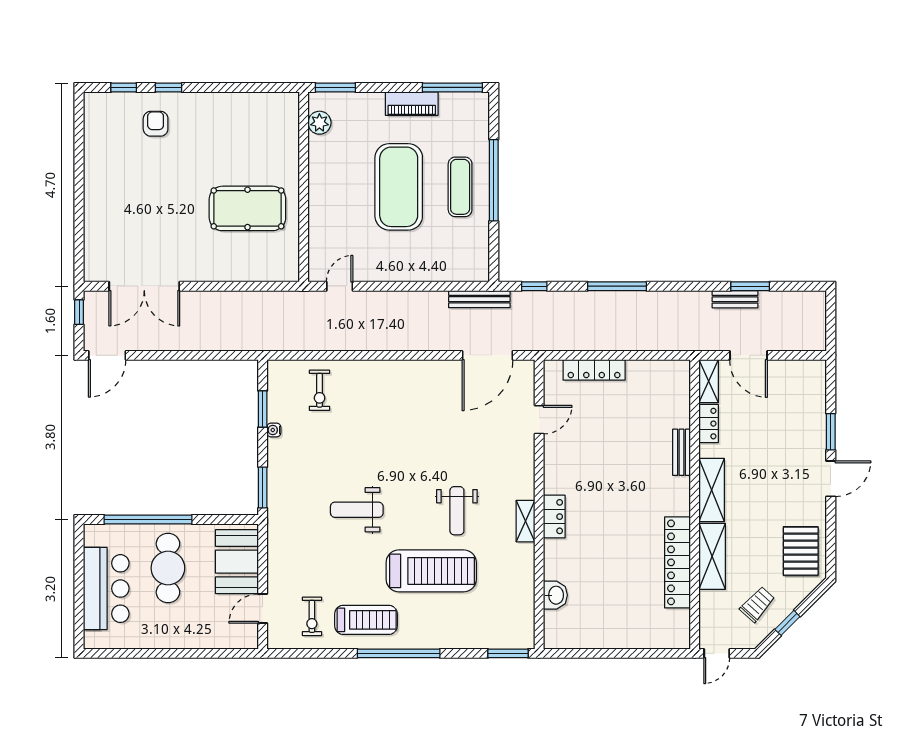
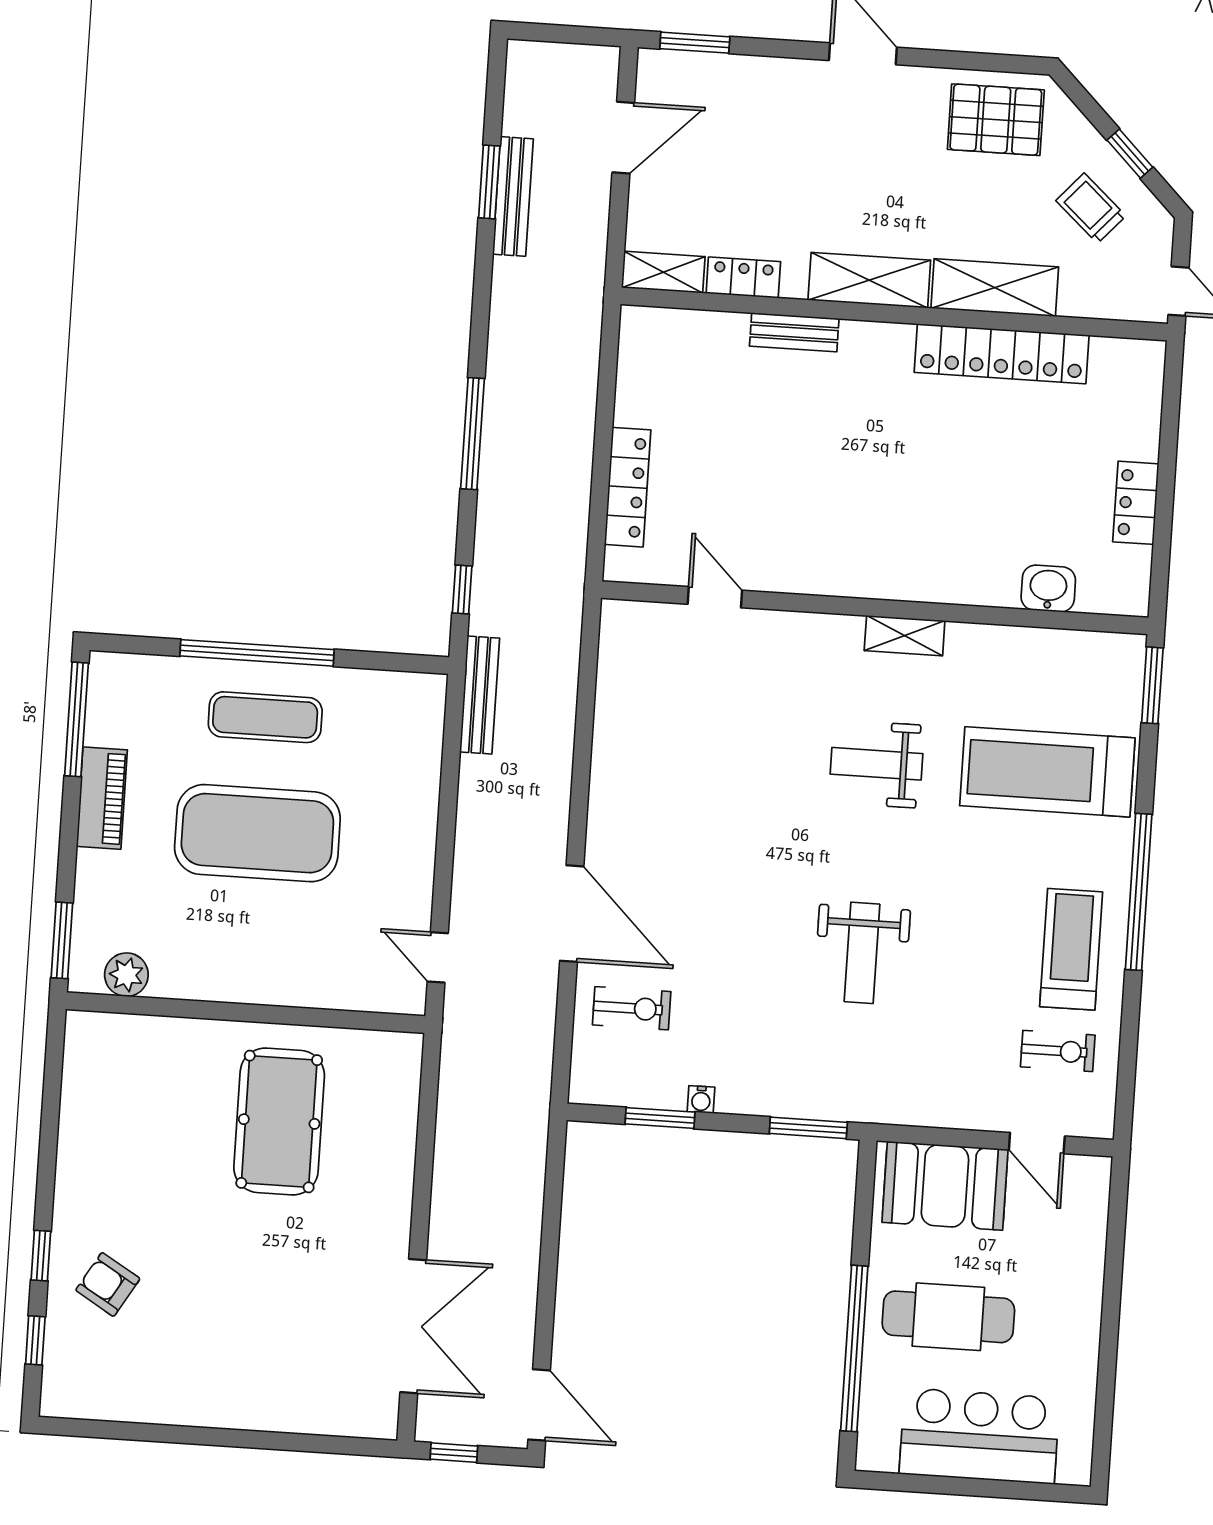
armchair: (156, 124) -> (108, 1284), turned 31
bench: (735, 299) -> (513, 196), width x1.36
door: (488, 355) -> (572, 914), moved
door: (748, 355) -> (623, 138), moved
window: (831, 432) -> (695, 43), moved
weight bench: (457, 511) -> (876, 764), turned 180
locker: (554, 517) -> (1136, 503), moved, turned -90
treadmill: (431, 571) -> (1047, 772), moved, turned -90

